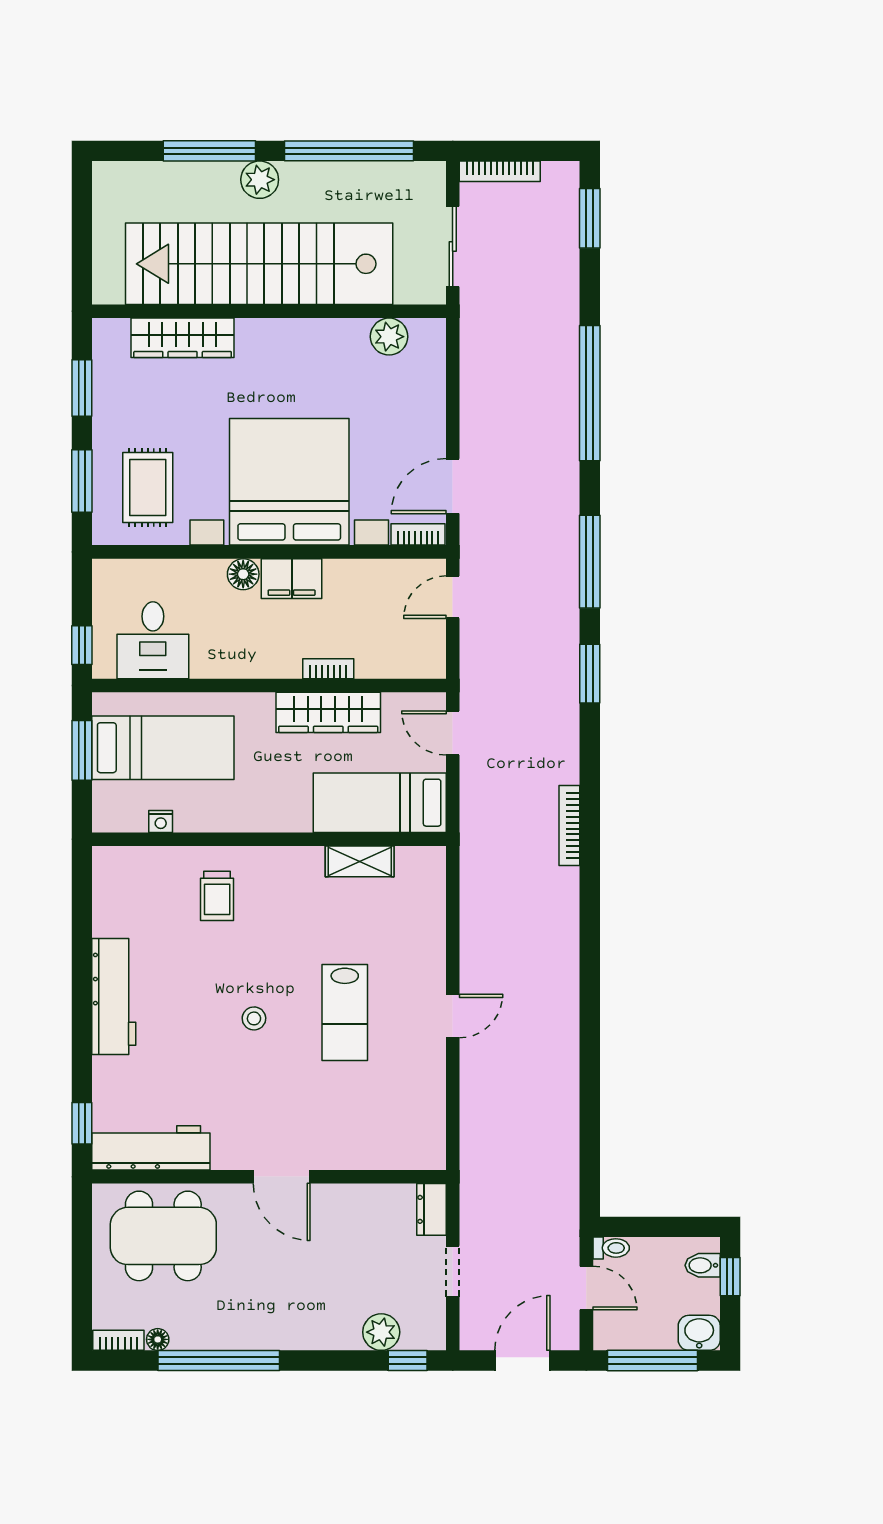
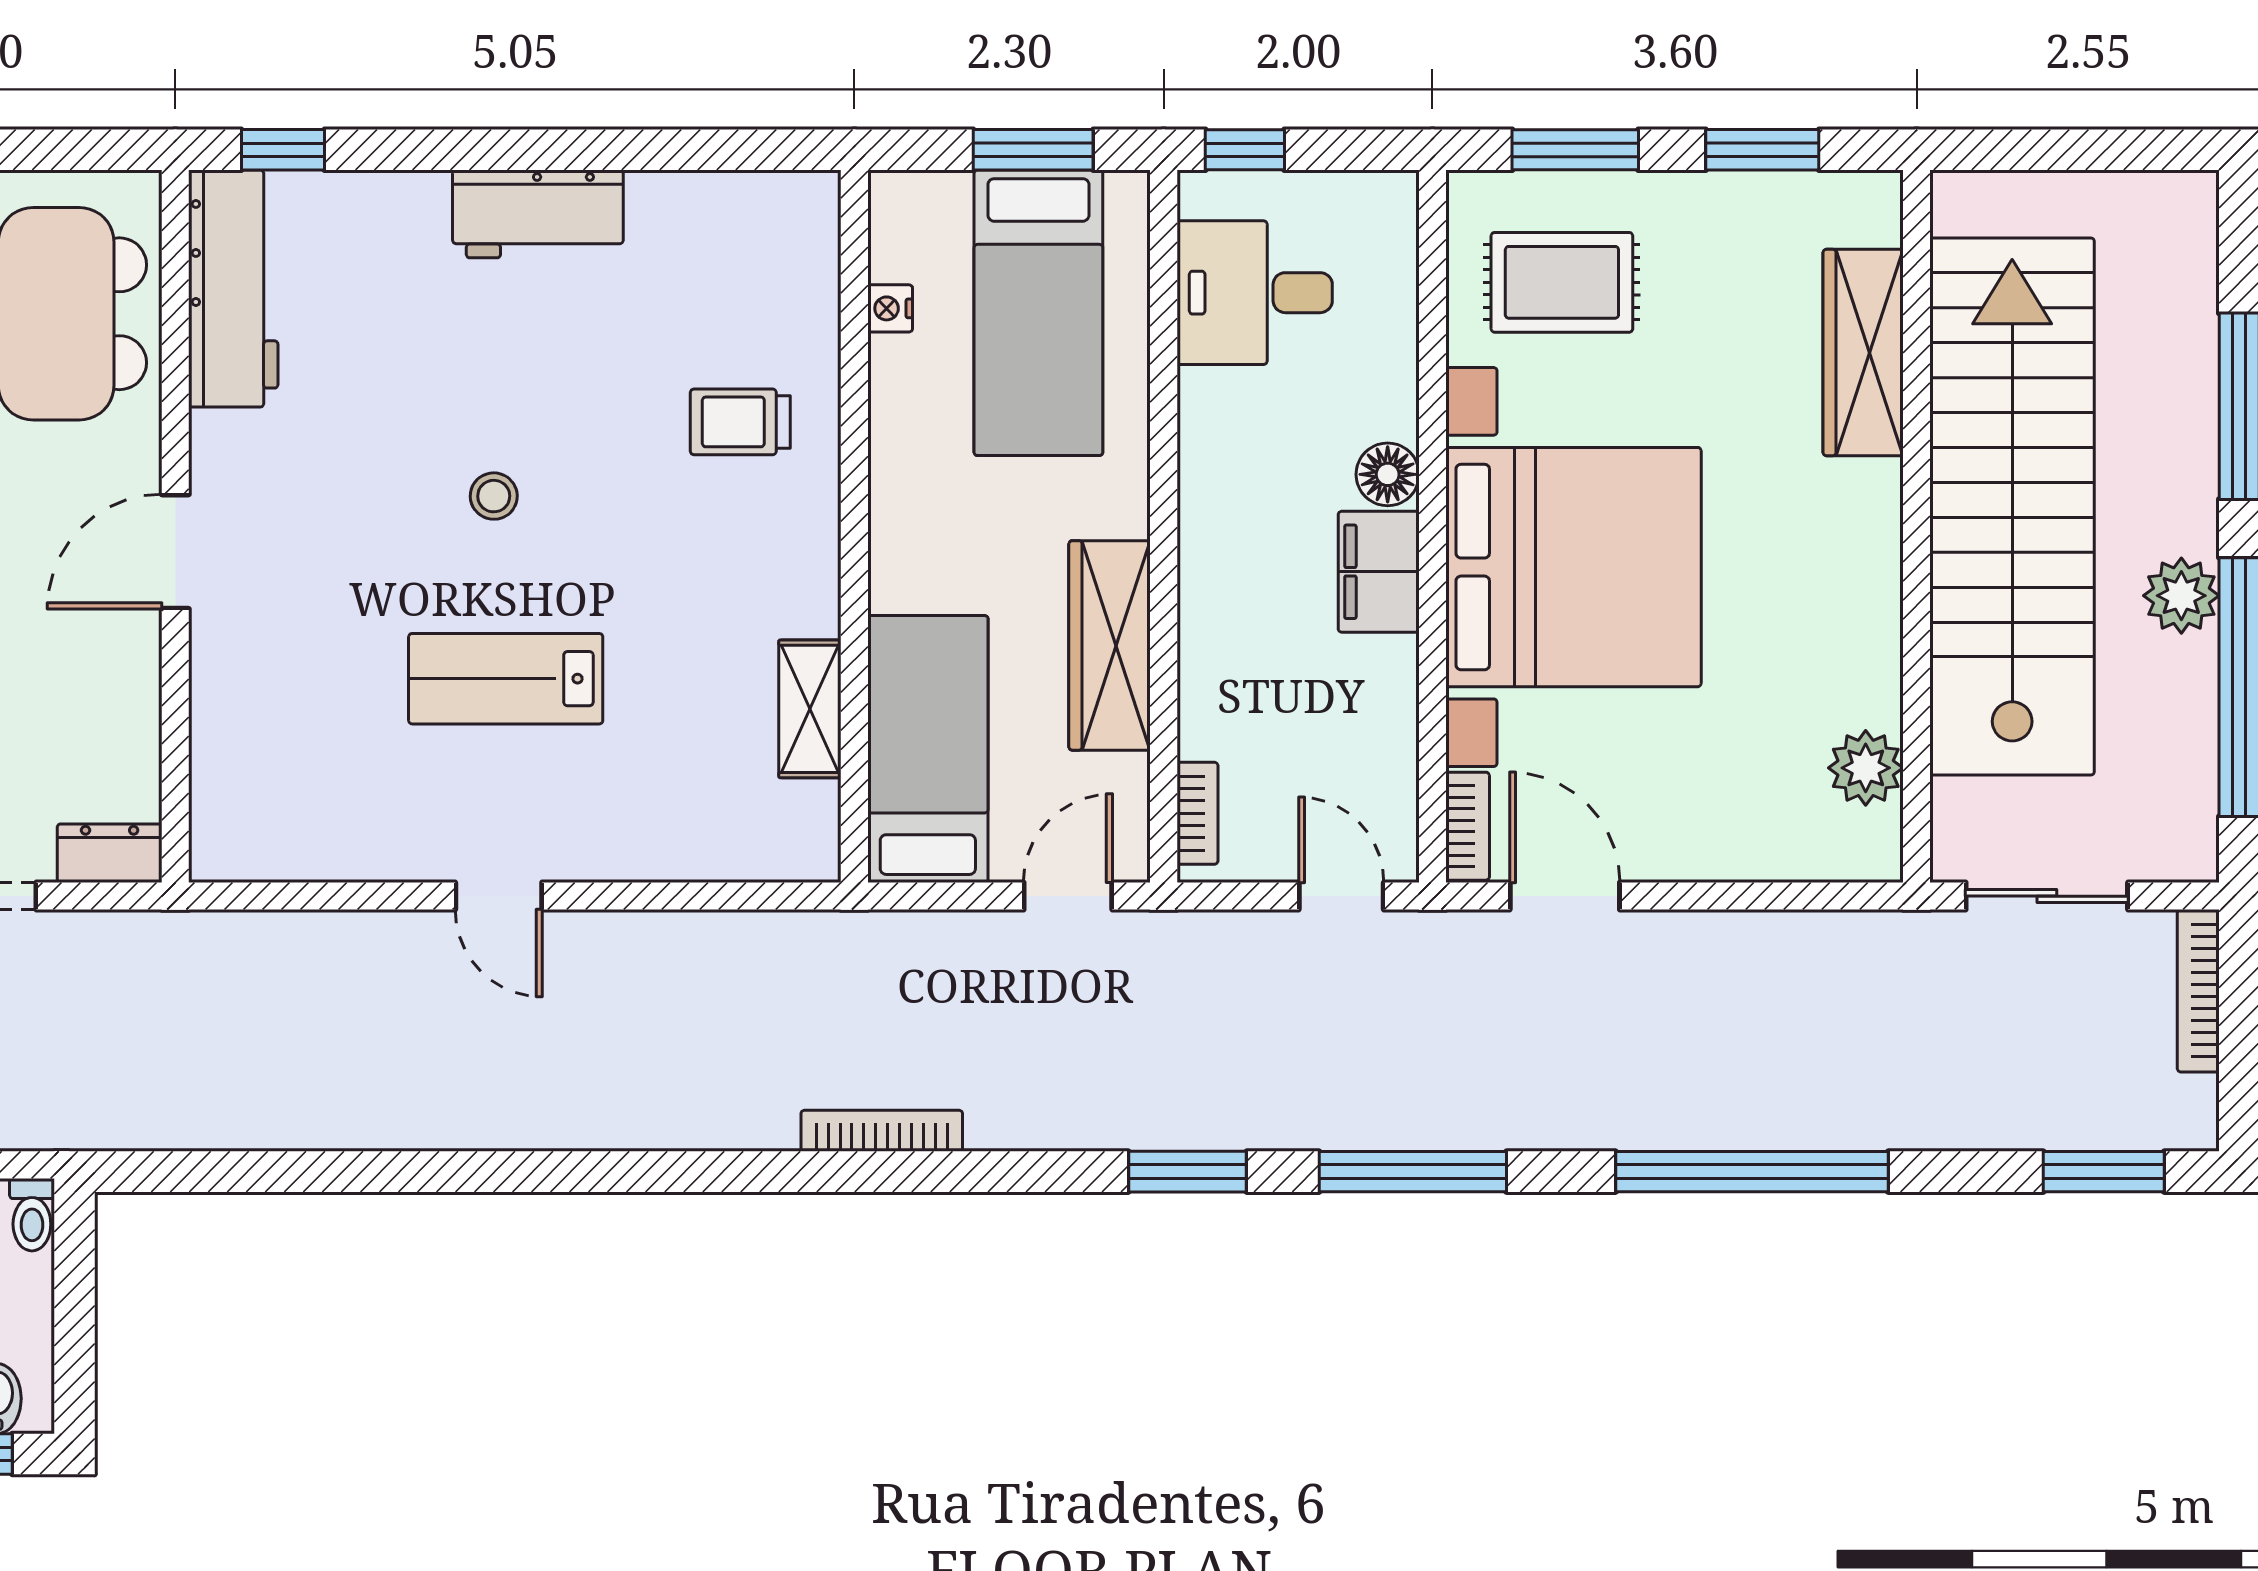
plant: (260, 180) -> (2181, 596), moved
bookcase: (328, 669) -> (1197, 813), moved
workbench: (114, 996) -> (538, 214), width x0.73

